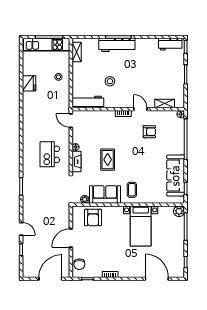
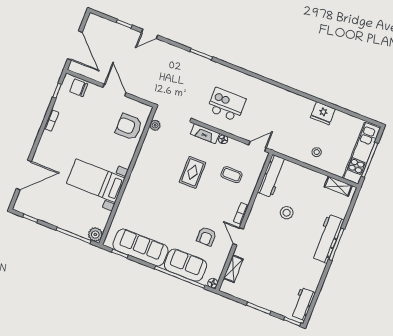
door: (140, 109) -> (238, 236), swing flipped
rug: (108, 160) -> (193, 172), turned 90
coffee table: (132, 190) -> (232, 175), moved
sofa: (105, 194) -> (185, 265), moved, turned -90

